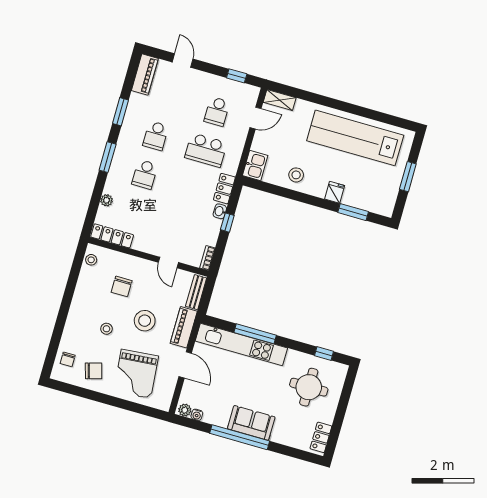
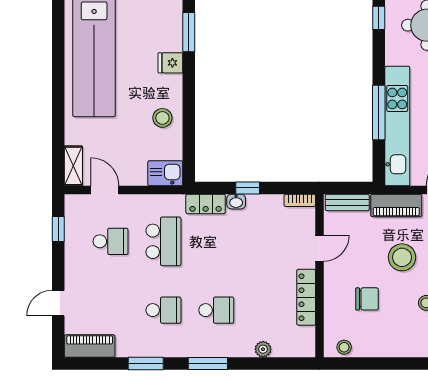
locker: (112, 236) -> (306, 297), moved

